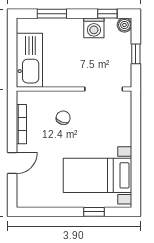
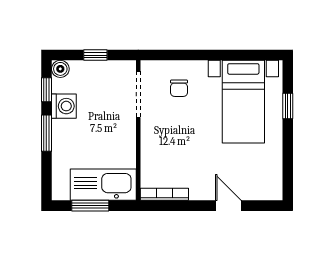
window: (52, 14) -> (46, 133), moved
window: (12, 50) -> (90, 206), added
chair: (63, 118) -> (179, 88), moved, turned -110
bookcase: (21, 124) -> (164, 194), moved

